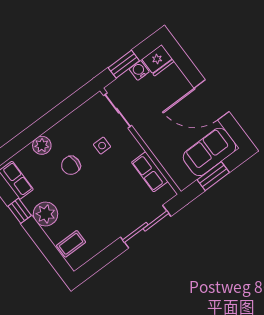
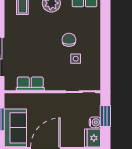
plant: (42, 145) -> (94, 31), removed
side table: (102, 146) -> (76, 59), moved

